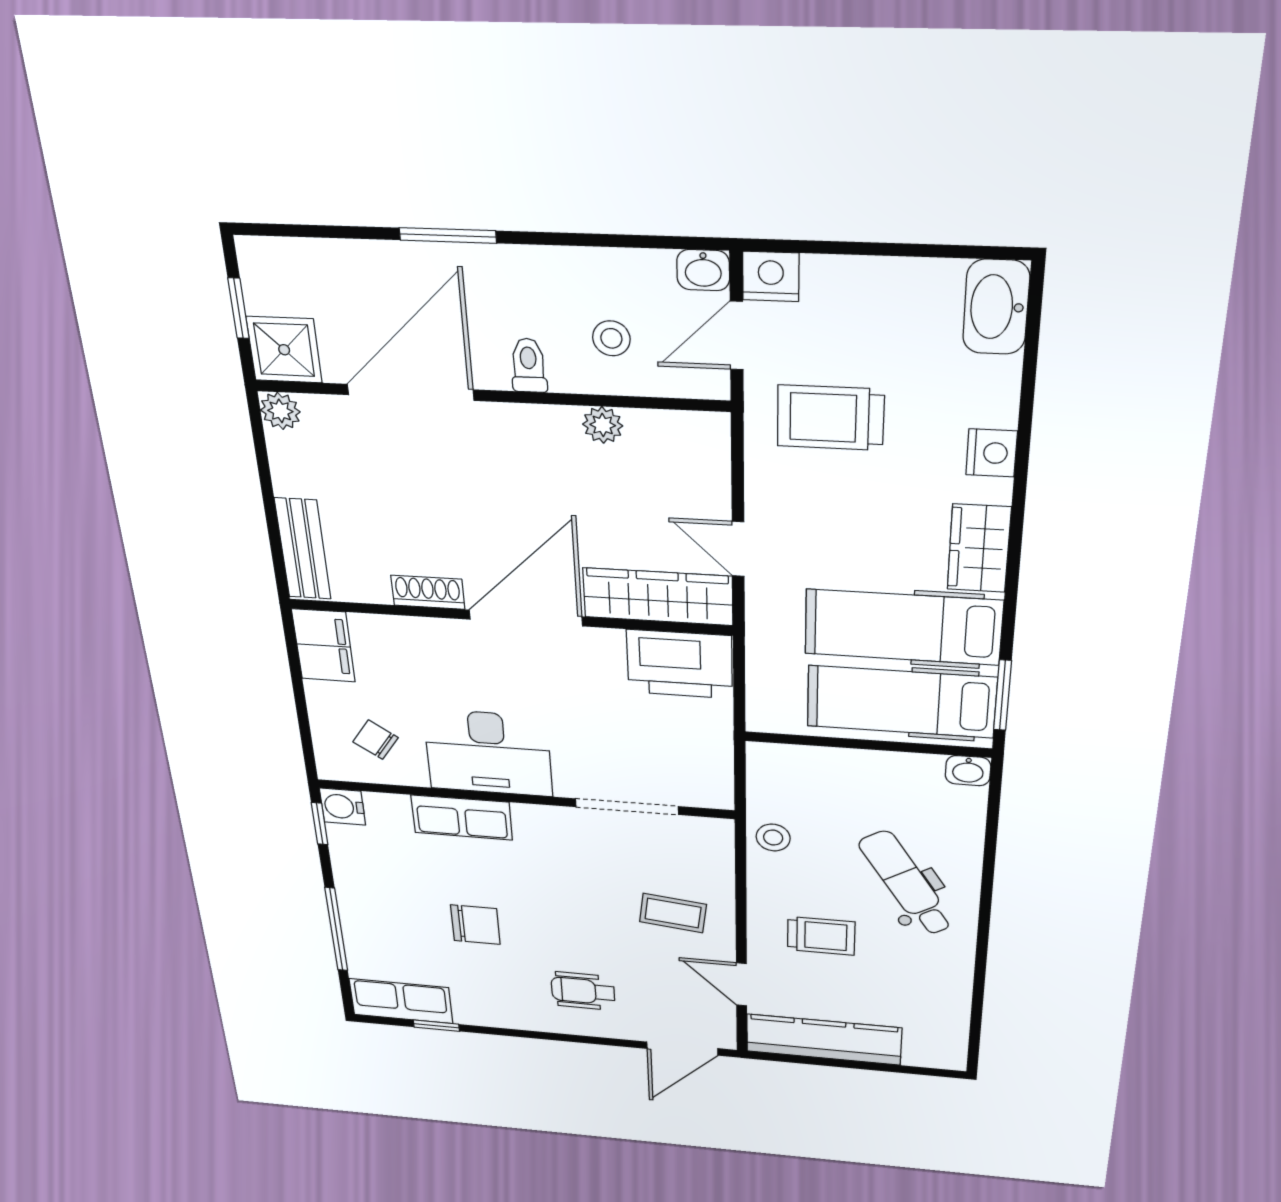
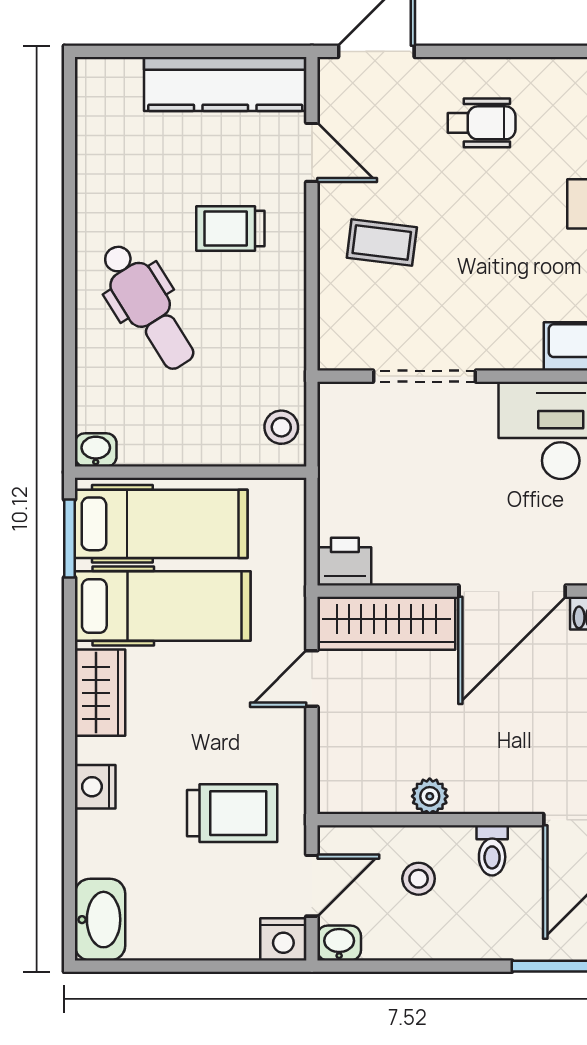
door: (738, 549) -> (312, 679), swing flipped
printer: (680, 664) -> (345, 562), width x0.53, depth x0.68
stool: (773, 838) -> (281, 427), moved

